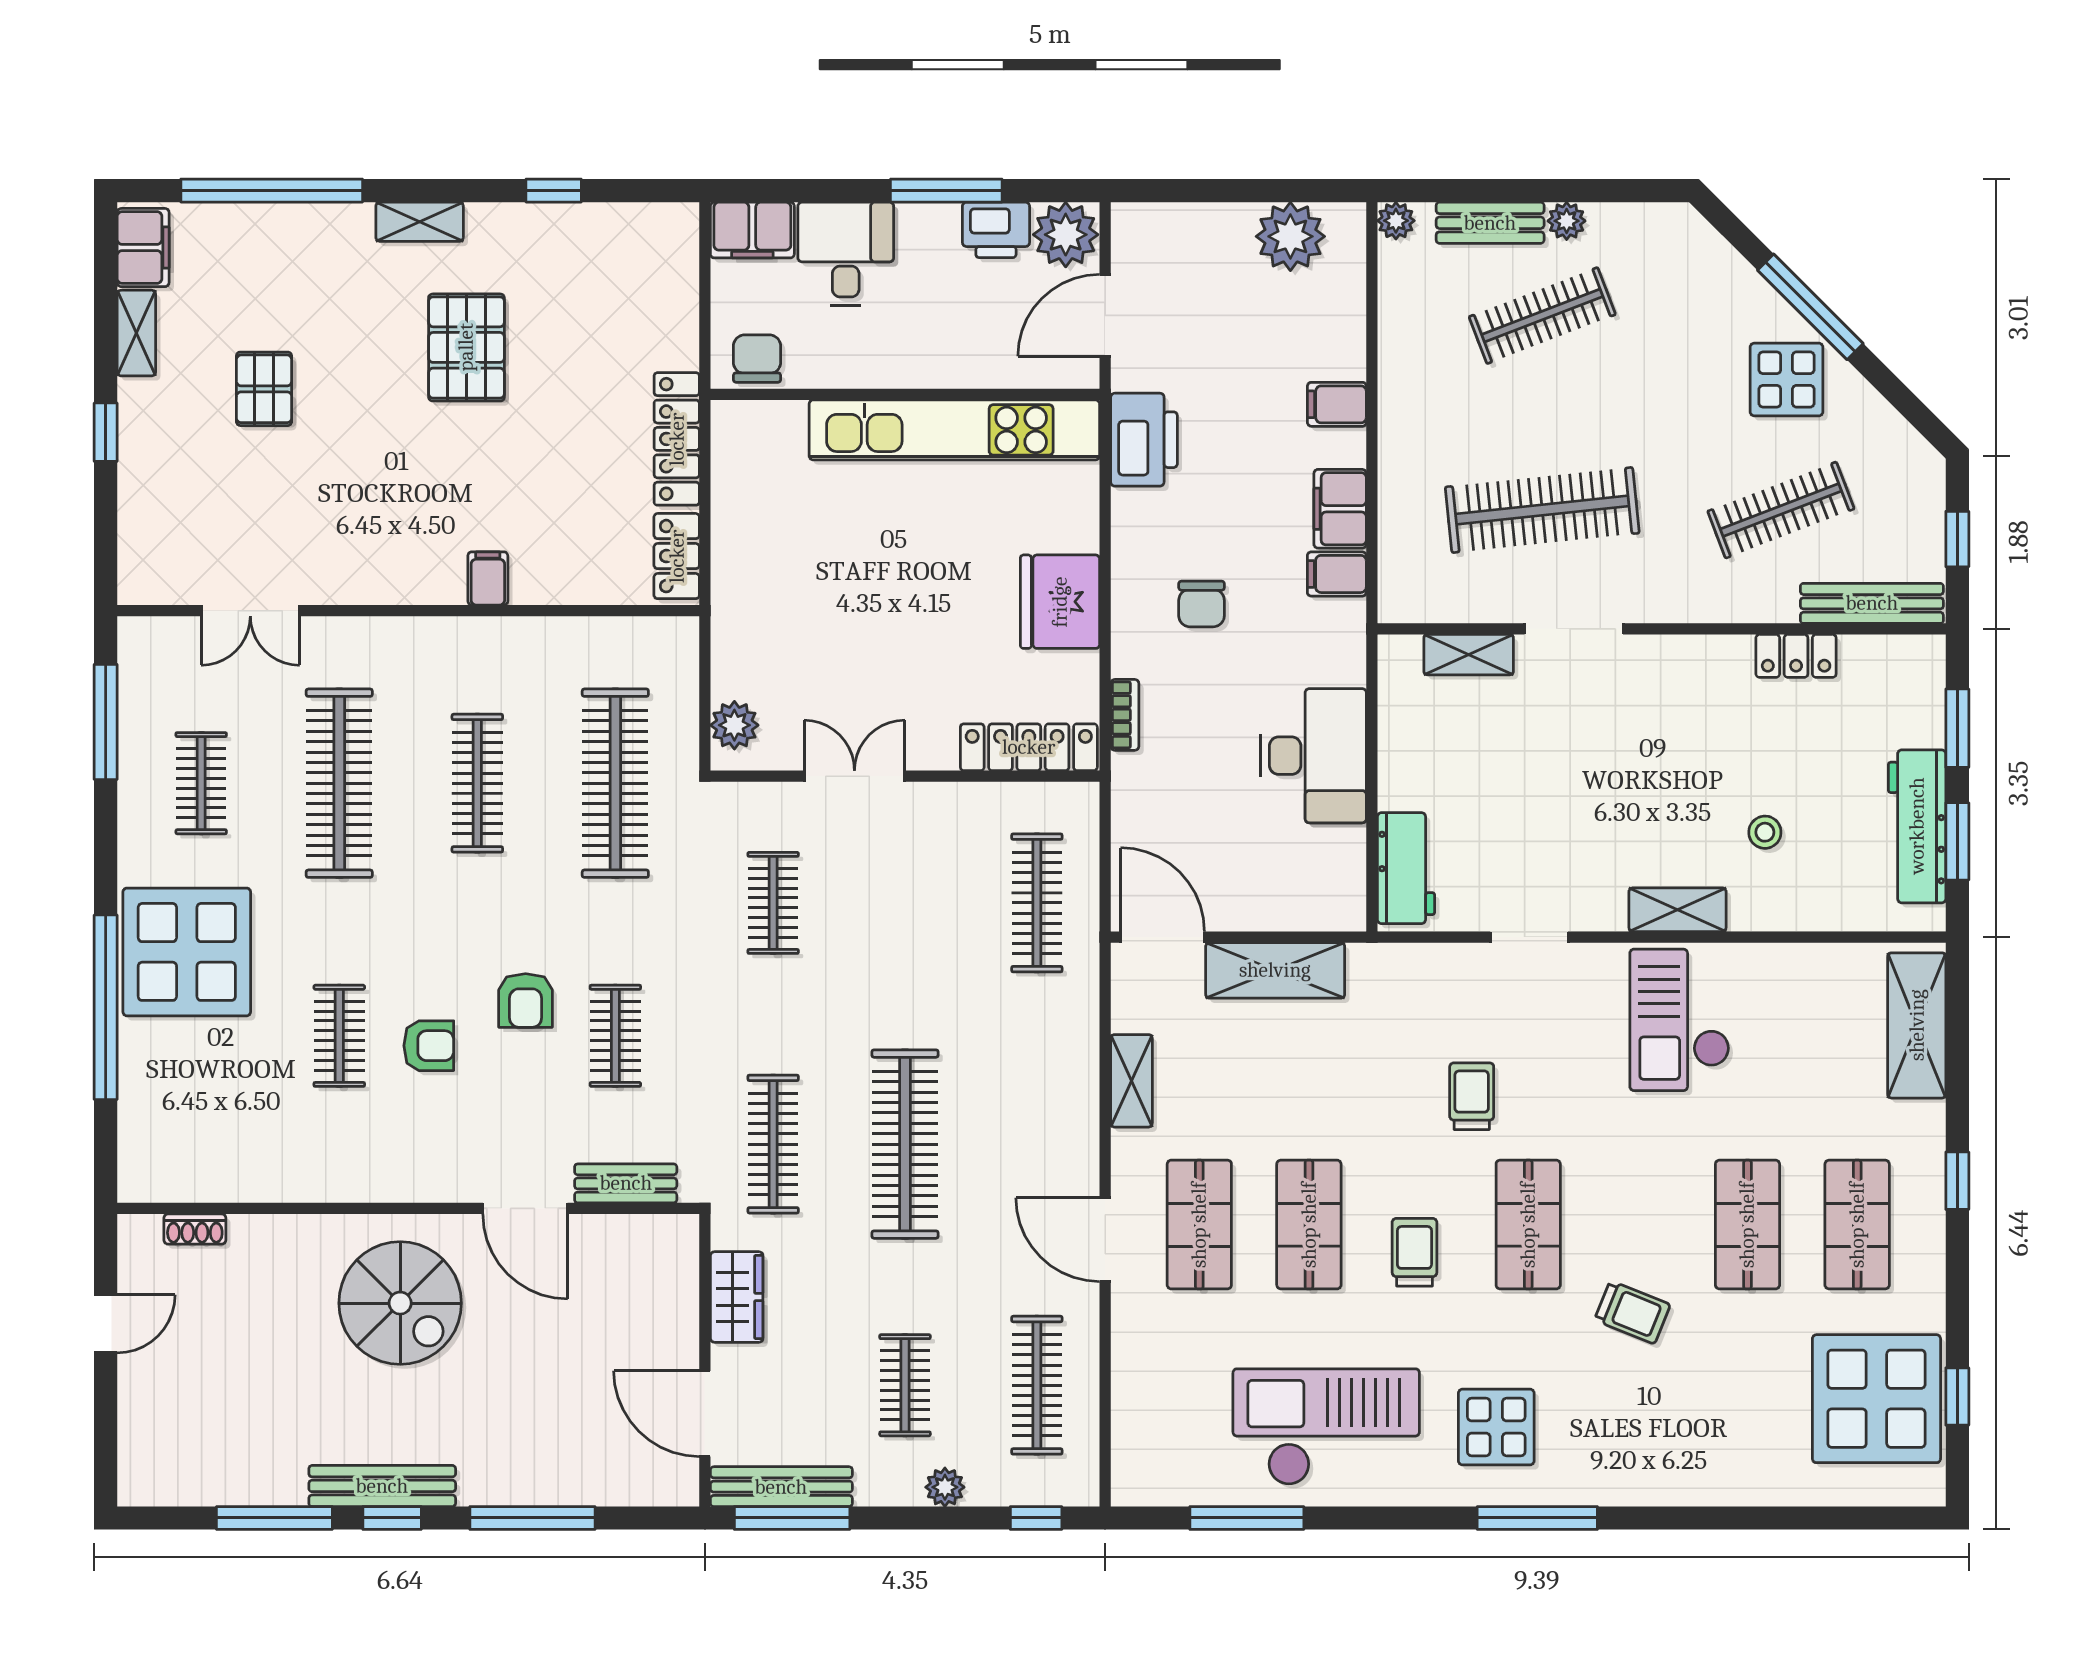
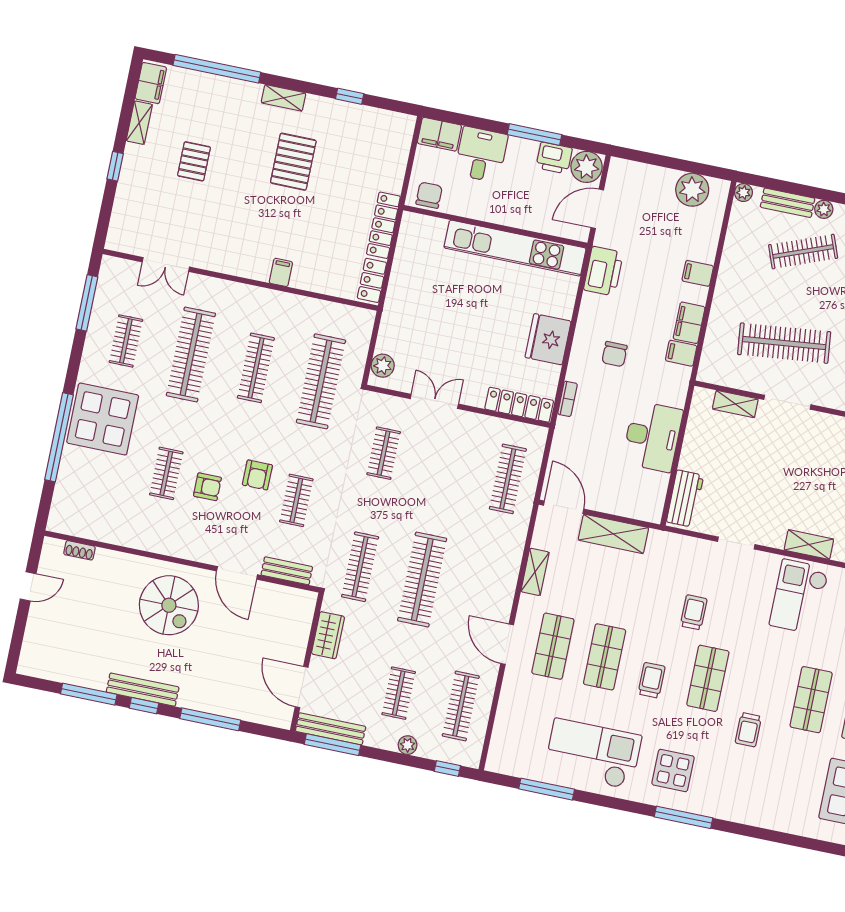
trolley: (1632, 1312) -> (748, 730), turned 68

